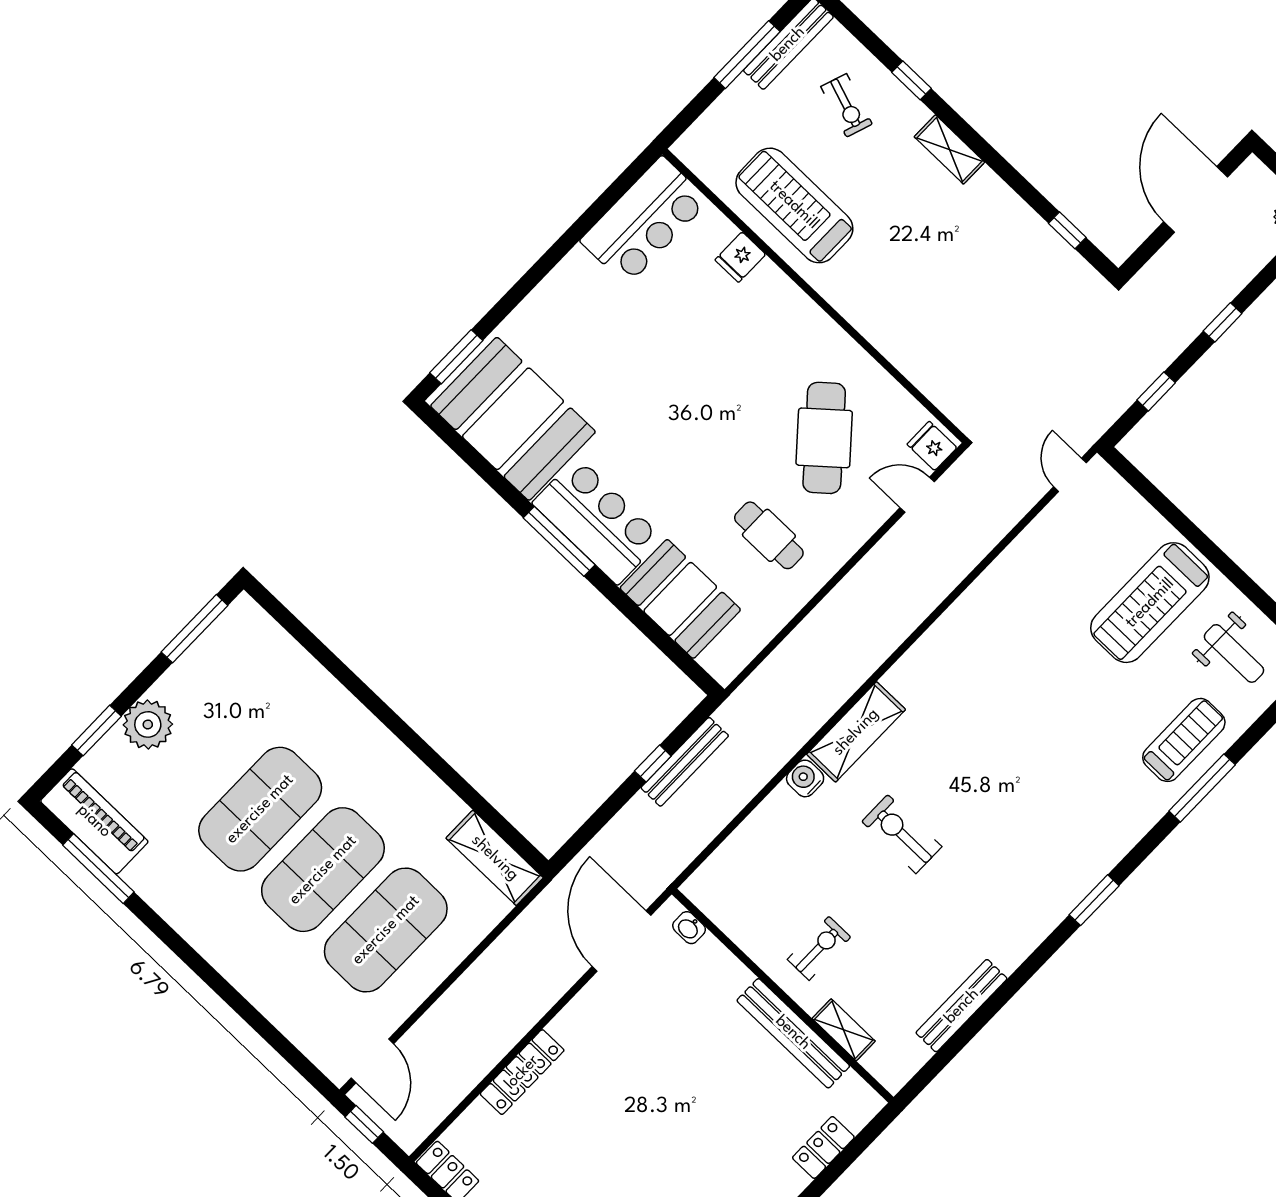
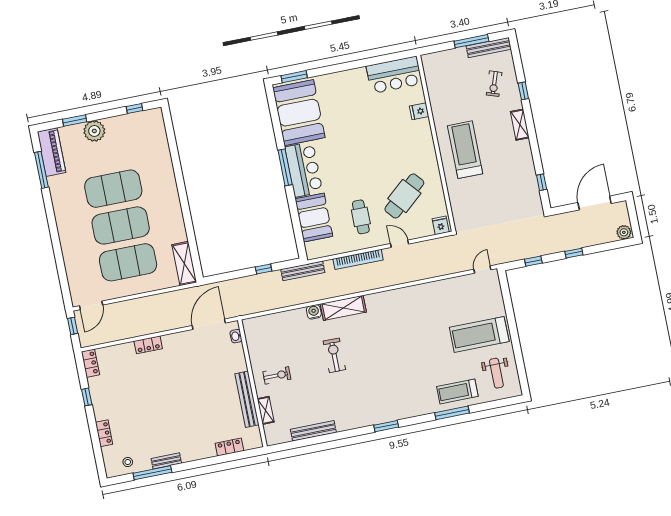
treadmill: (794, 205) -> (465, 150), moved
door: (917, 495) -> (400, 244), moved
bookcase: (820, 620) -> (358, 259), added
window: (195, 629) -> (134, 109), width x0.46
treadmill: (1184, 740) -> (457, 391), turned 180
bench: (685, 762) -> (303, 271), moved
locker: (522, 1072) -> (148, 345), width x0.66

